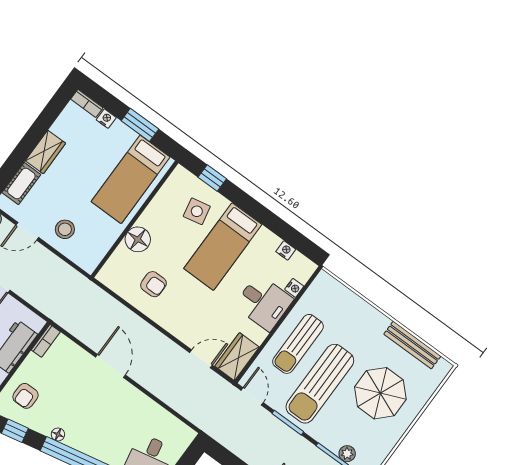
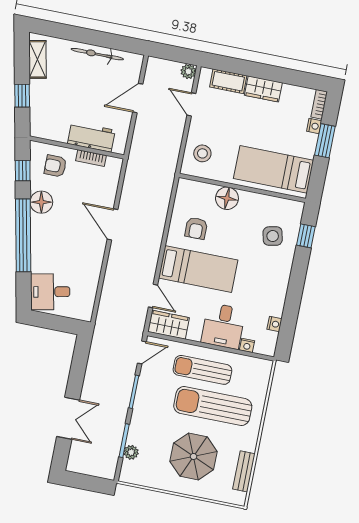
window: (140, 125) -> (325, 141), moved
stool: (65, 229) -> (202, 153), moved
bed: (223, 247) -> (198, 269), moved, turned 180
bookcase: (46, 341) -> (91, 158), moved
bench: (412, 345) -> (244, 471), width x0.73
door: (111, 366) -> (112, 224), swing flipped
sun lounger: (320, 384) -> (213, 406), moved
floor lamp: (58, 434) -> (41, 202), width x1.89, depth x1.89

